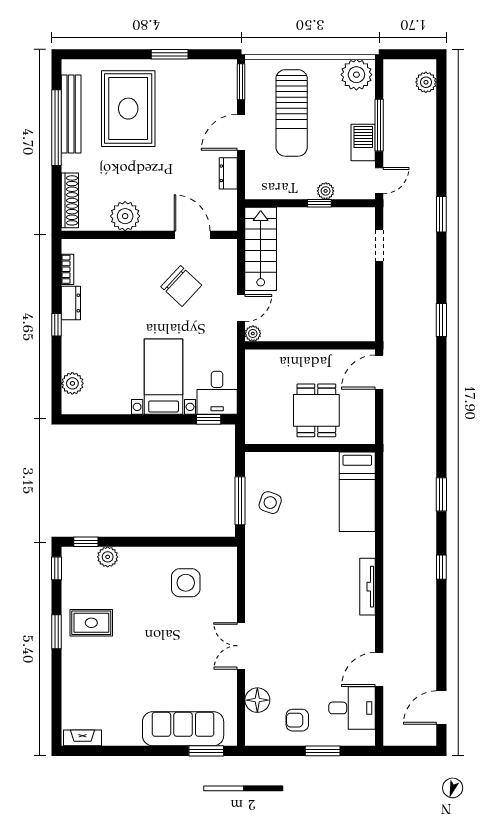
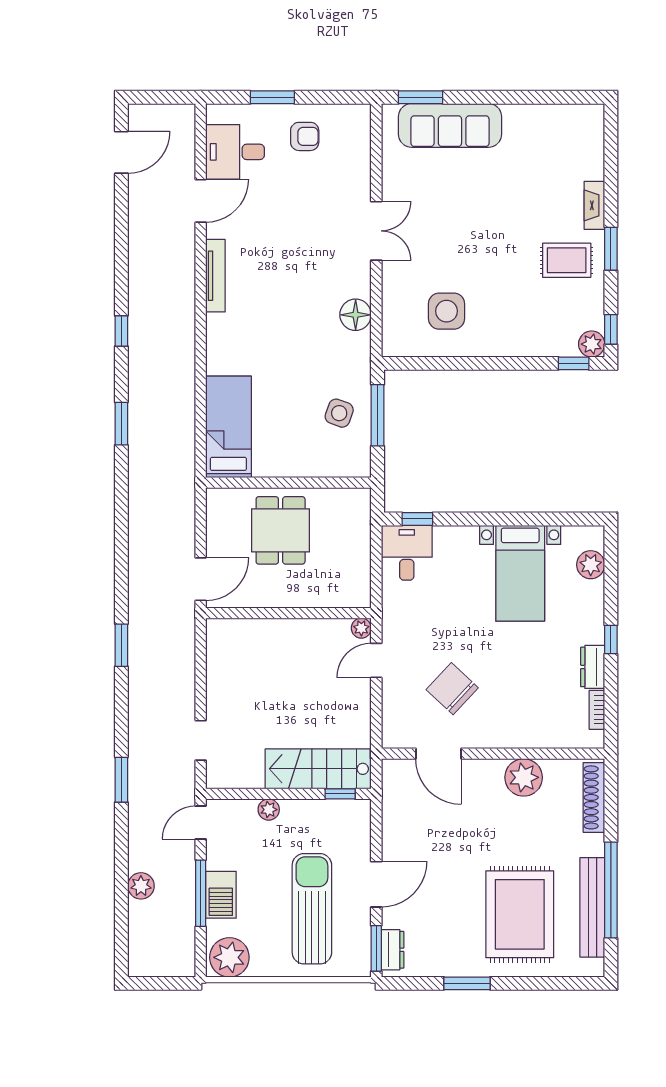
plant: (426, 82) -> (141, 886), moved
barbecue: (363, 143) -> (221, 895), moved
dresser: (228, 173) -> (393, 950), moved
window: (319, 203) -> (340, 794), moved
stairs: (261, 249) -> (318, 769), moved, turned 90
bed with nightstands: (164, 377) -> (520, 573), moved
plant: (108, 557) -> (592, 344), moved
tv unit: (367, 587) -> (215, 276), moved
floor lamp: (257, 700) -> (356, 315), moved
fireplace: (83, 738) -> (594, 205), moved, turned 90

